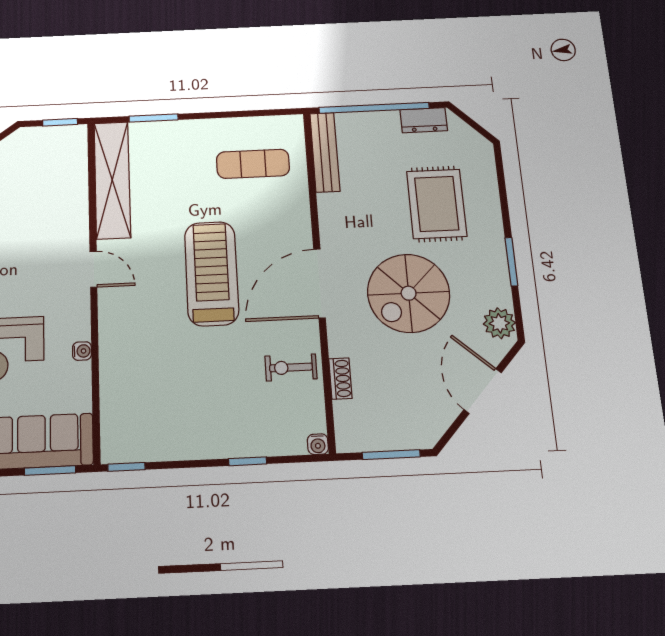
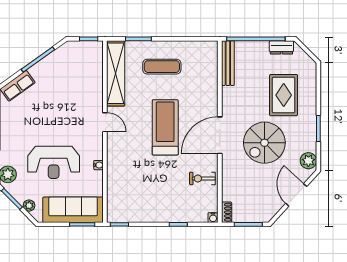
exercise mat: (253, 164) -> (162, 67), moved
shoe rack: (340, 379) -> (227, 212), moved

